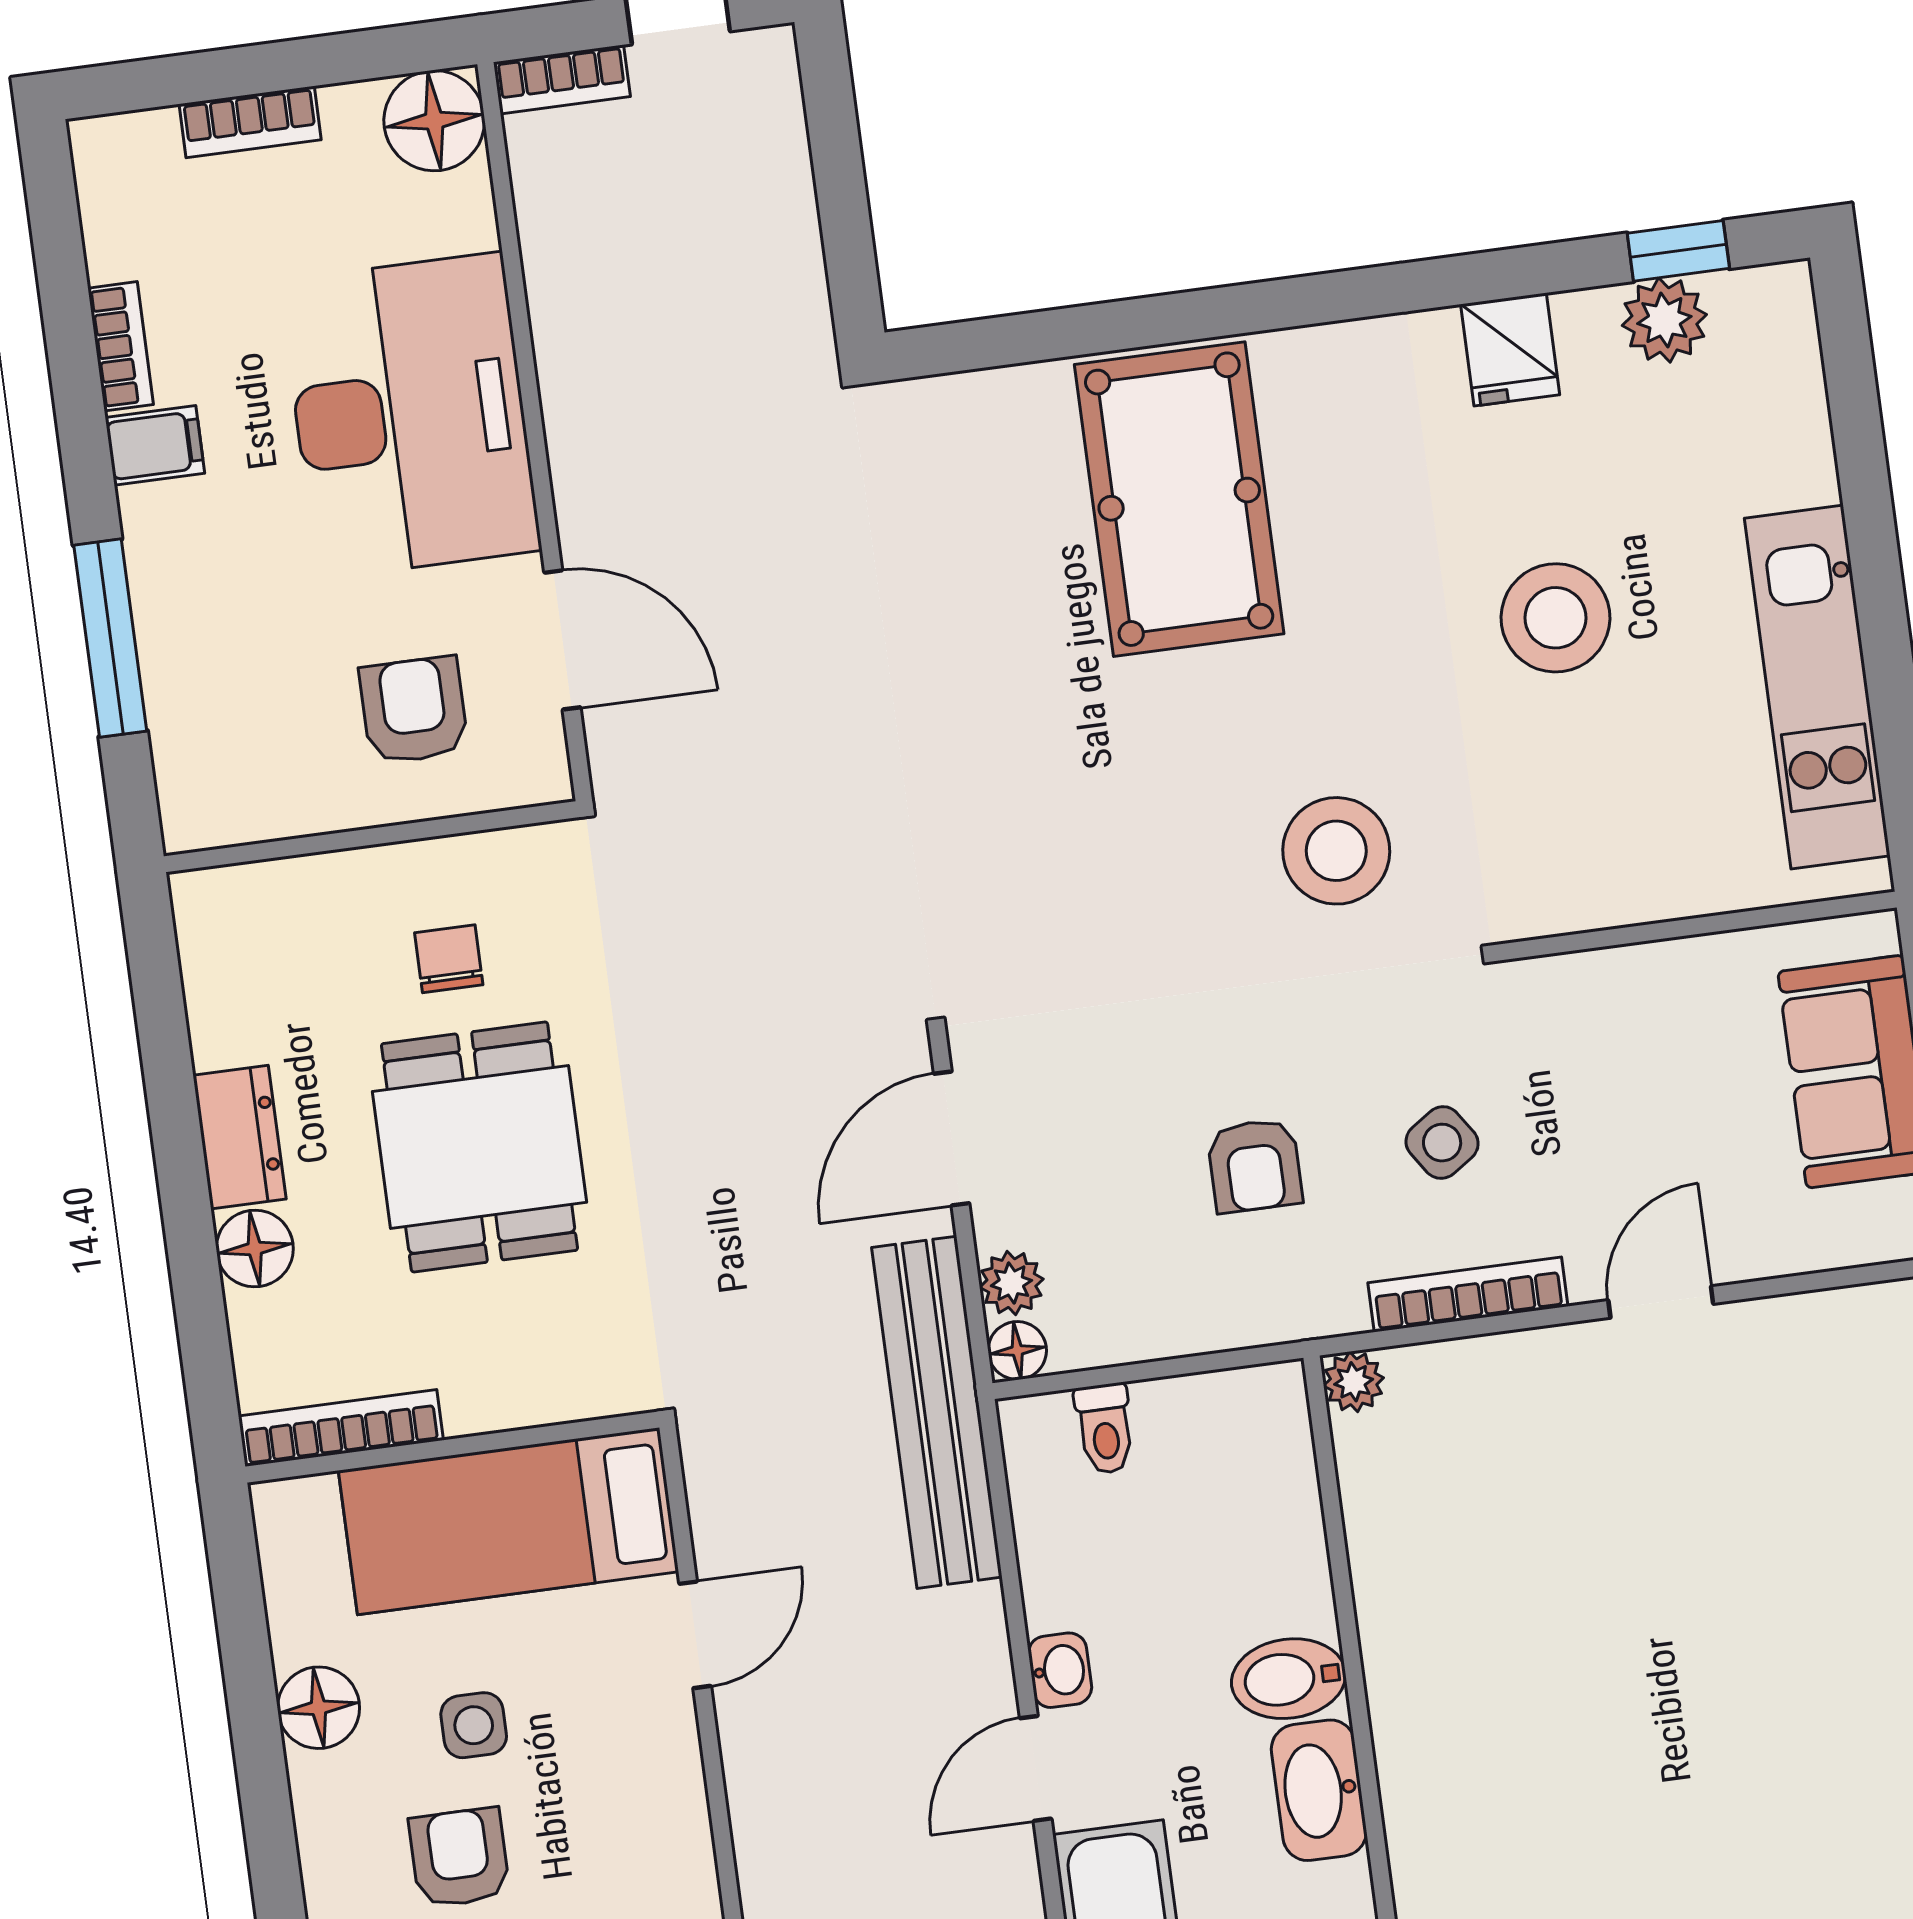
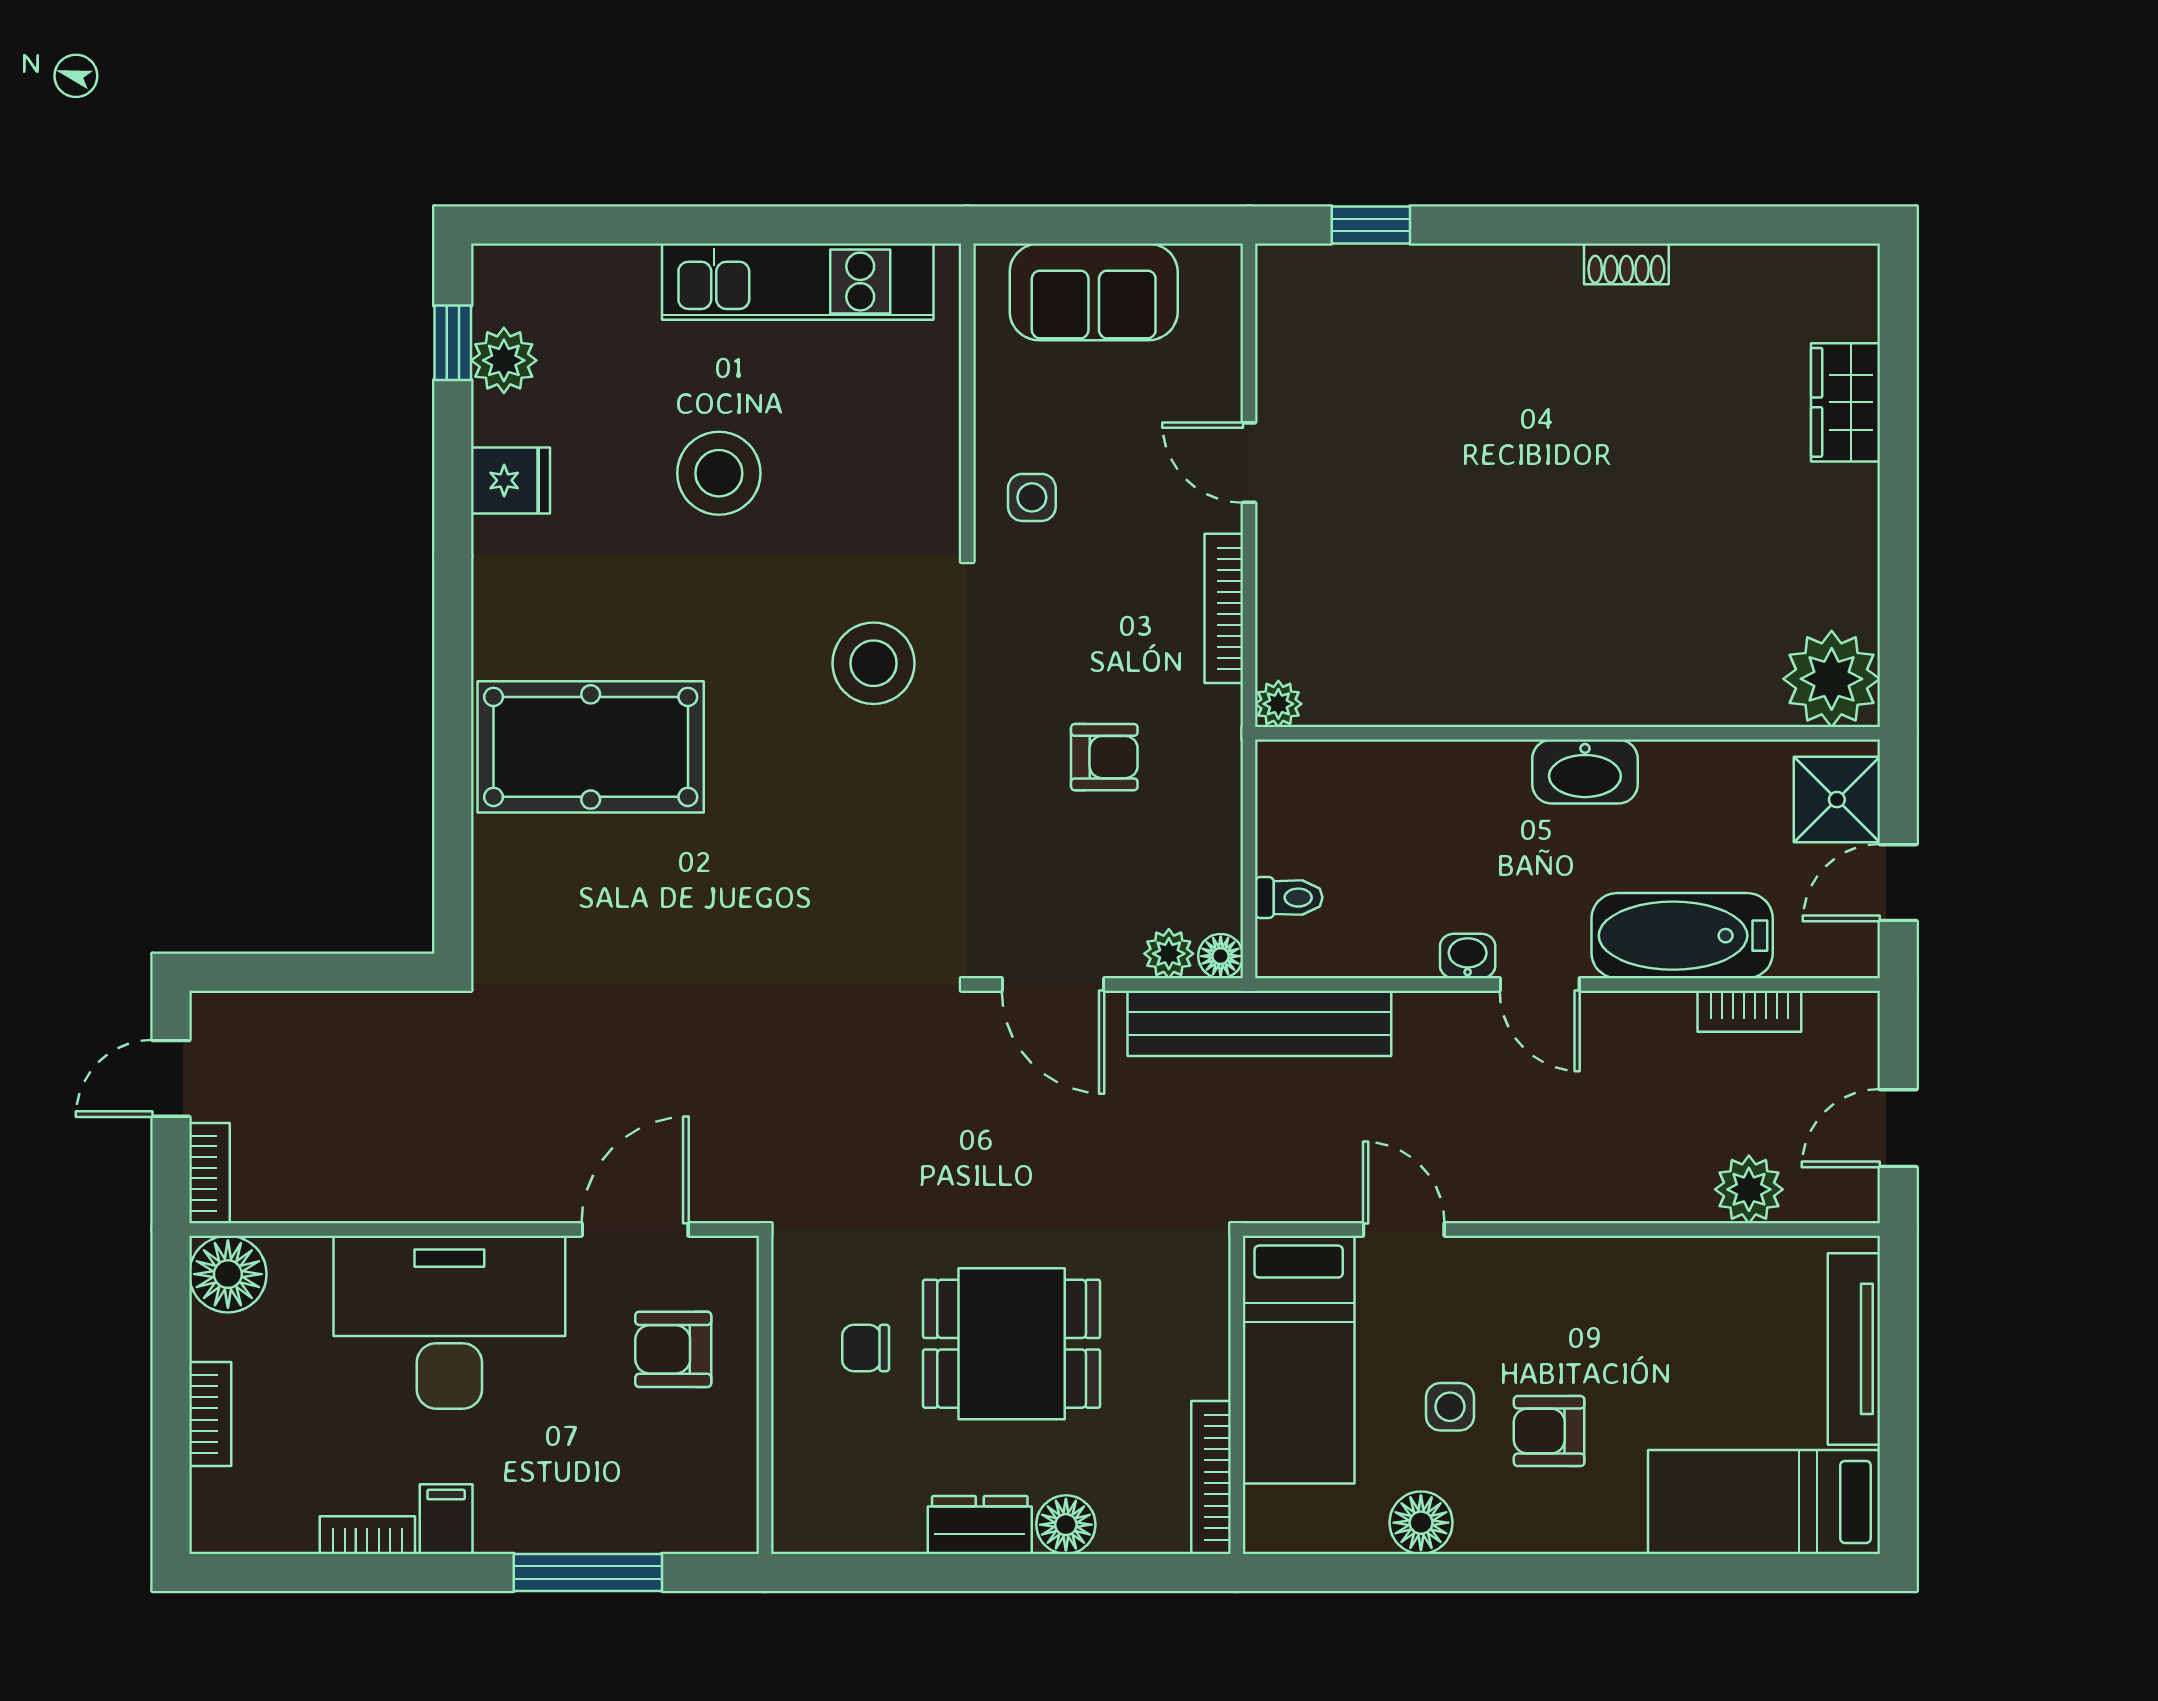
side table: (1442, 1143) -> (1032, 497), moved, turned 34
bidet: (1289, 1679) -> (1497, 783), removed

